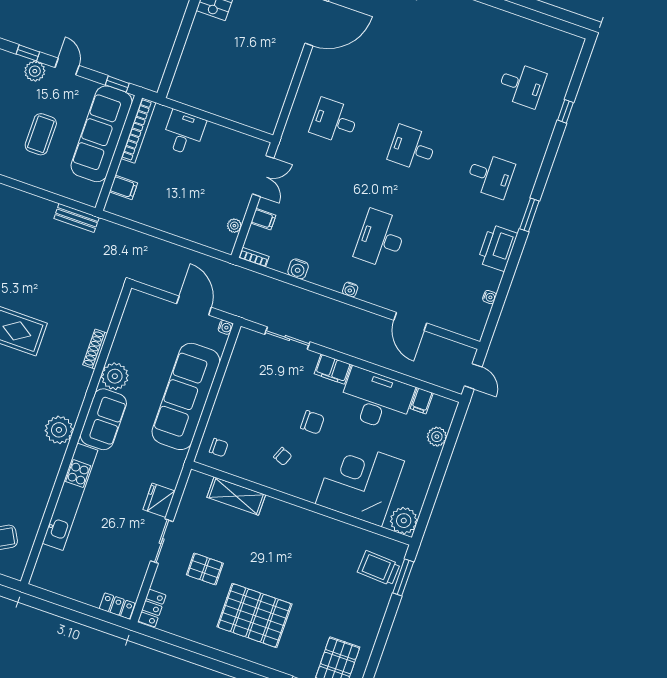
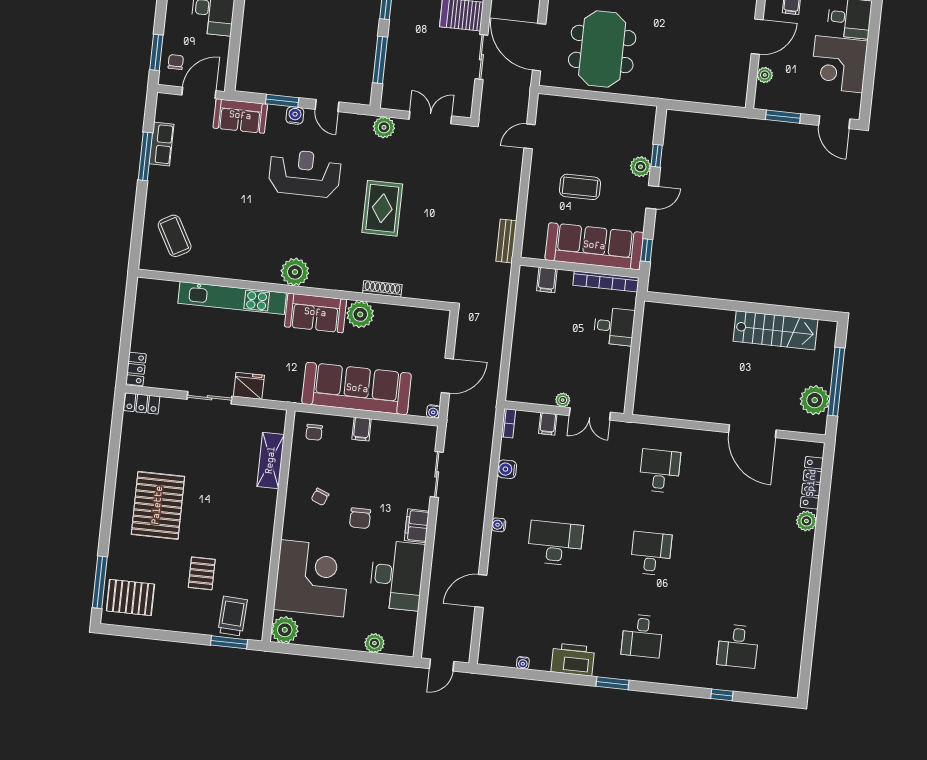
plant: (234, 226) -> (563, 400), moved
filing cabinet: (422, 401) -> (362, 429), moved, turned -90
pallet: (205, 569) -> (202, 573), moved

